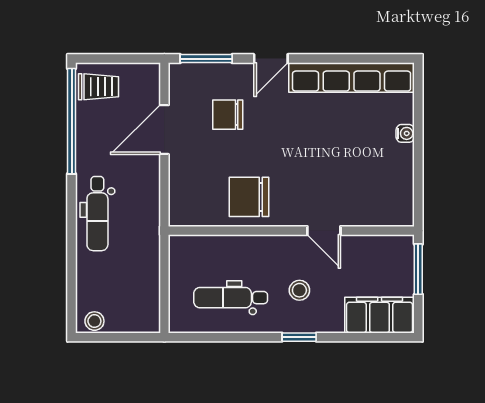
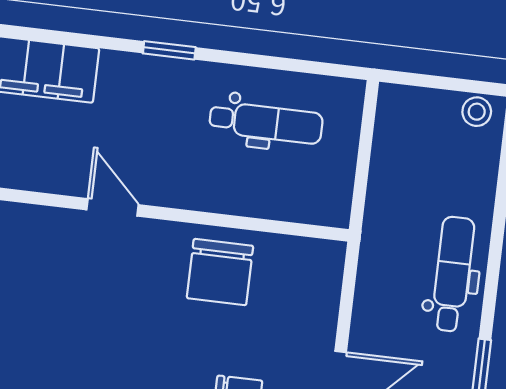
chair: (249, 197) -> (220, 272), turned 90
stool: (299, 290) -> (160, 121), removed

